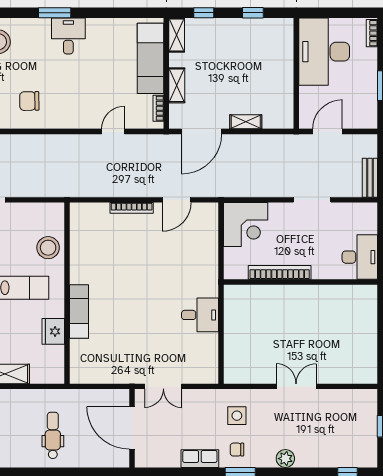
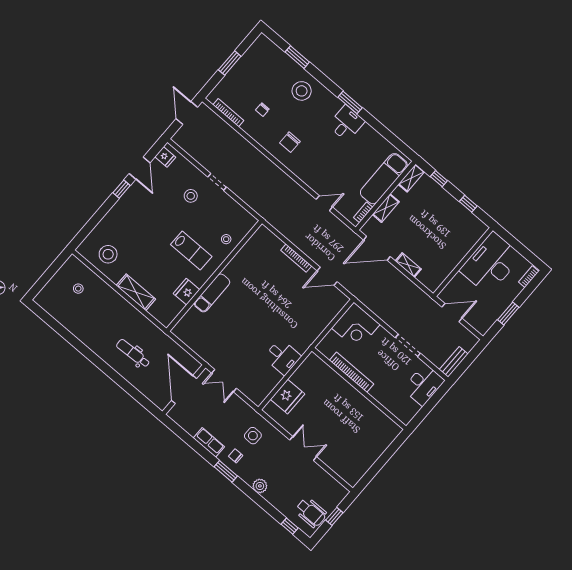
chair: (29, 101) -> (290, 142), turned -89
stool: (48, 248) -> (226, 239), width x0.53, depth x0.53
desk: (360, 257) -> (424, 385), moved
fridge: (238, 349) -> (288, 397), added
dental chair: (53, 435) -> (133, 353), turned -93
wheelchair: (357, 442) -> (311, 512), added

